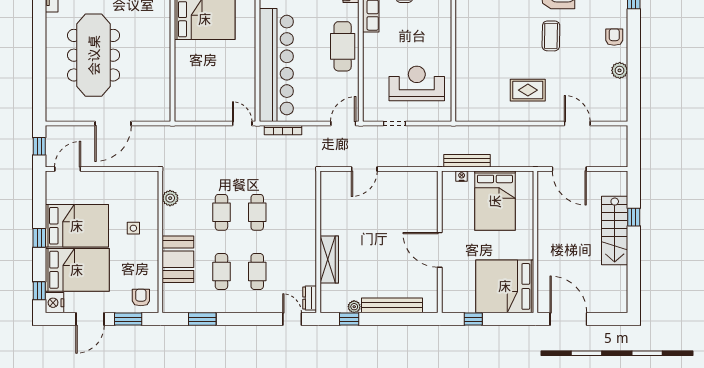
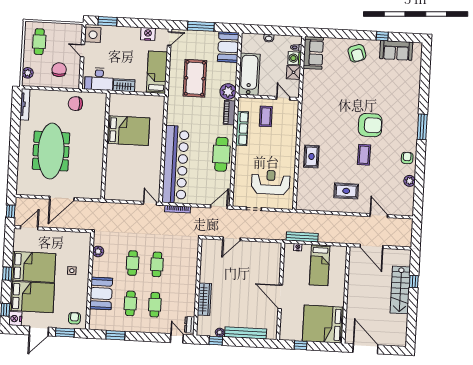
rug: (474, 42) -> (311, 156), added
bed: (495, 201) -> (320, 265), width x0.67

